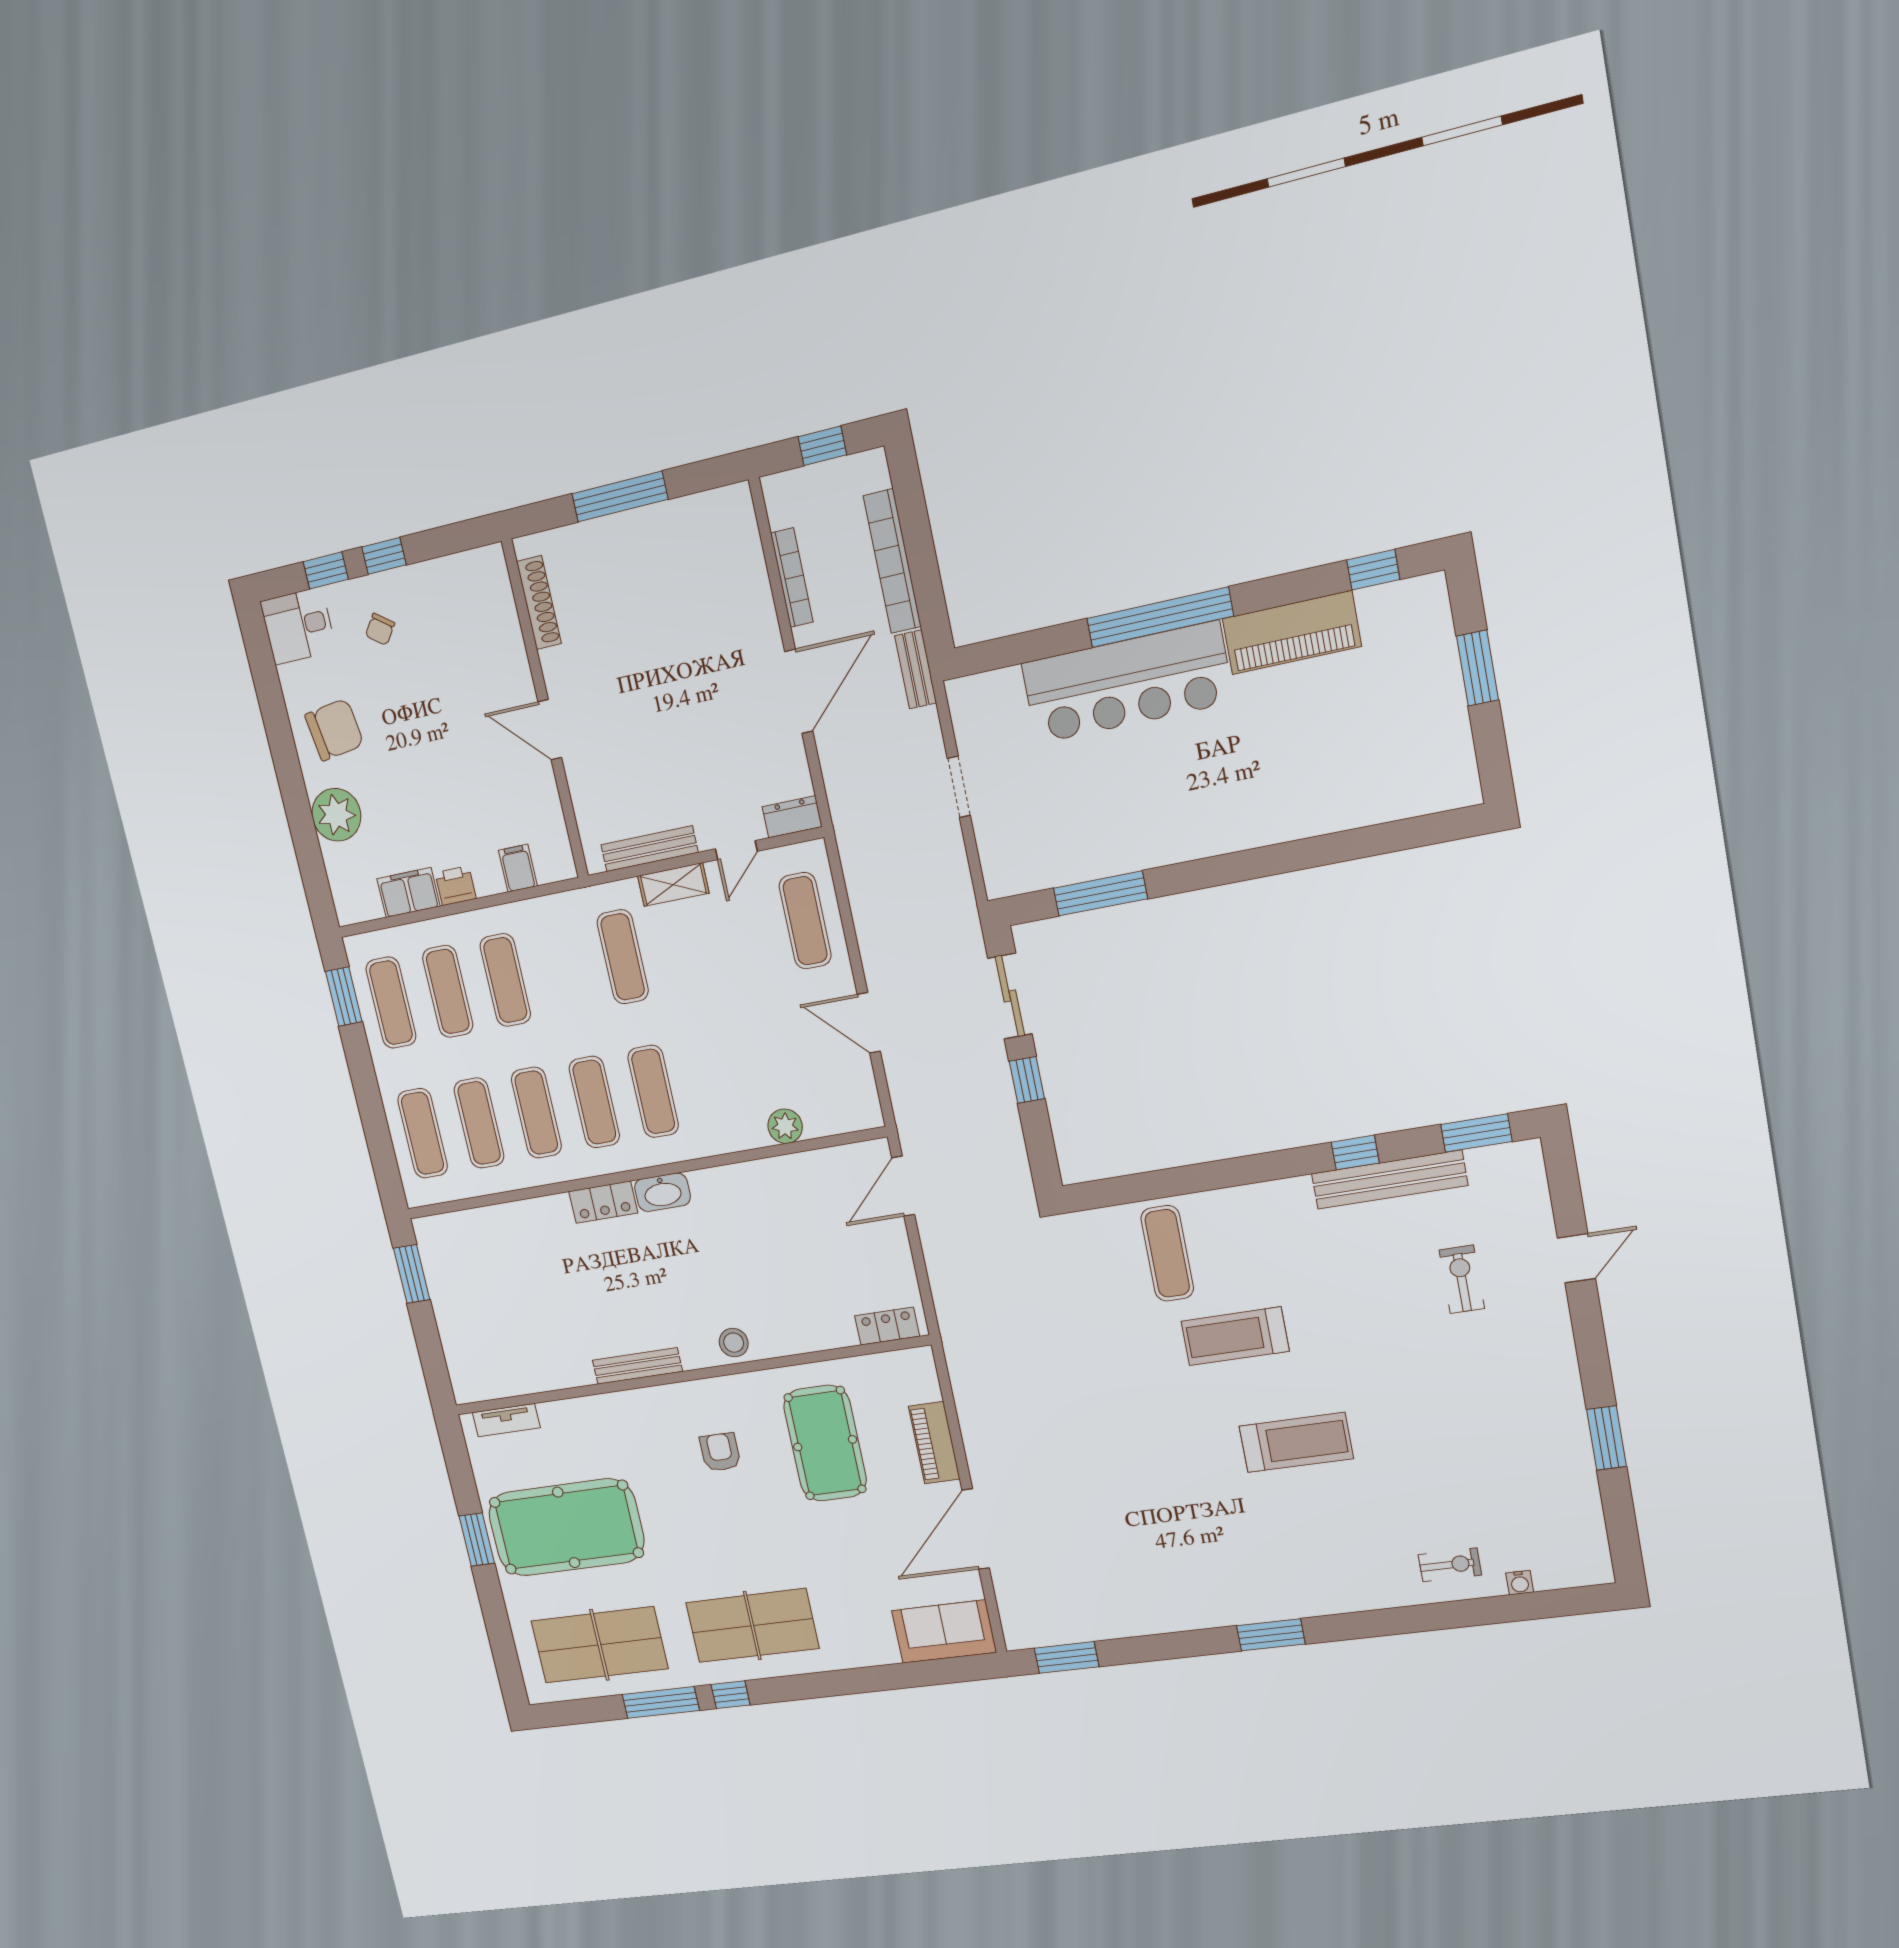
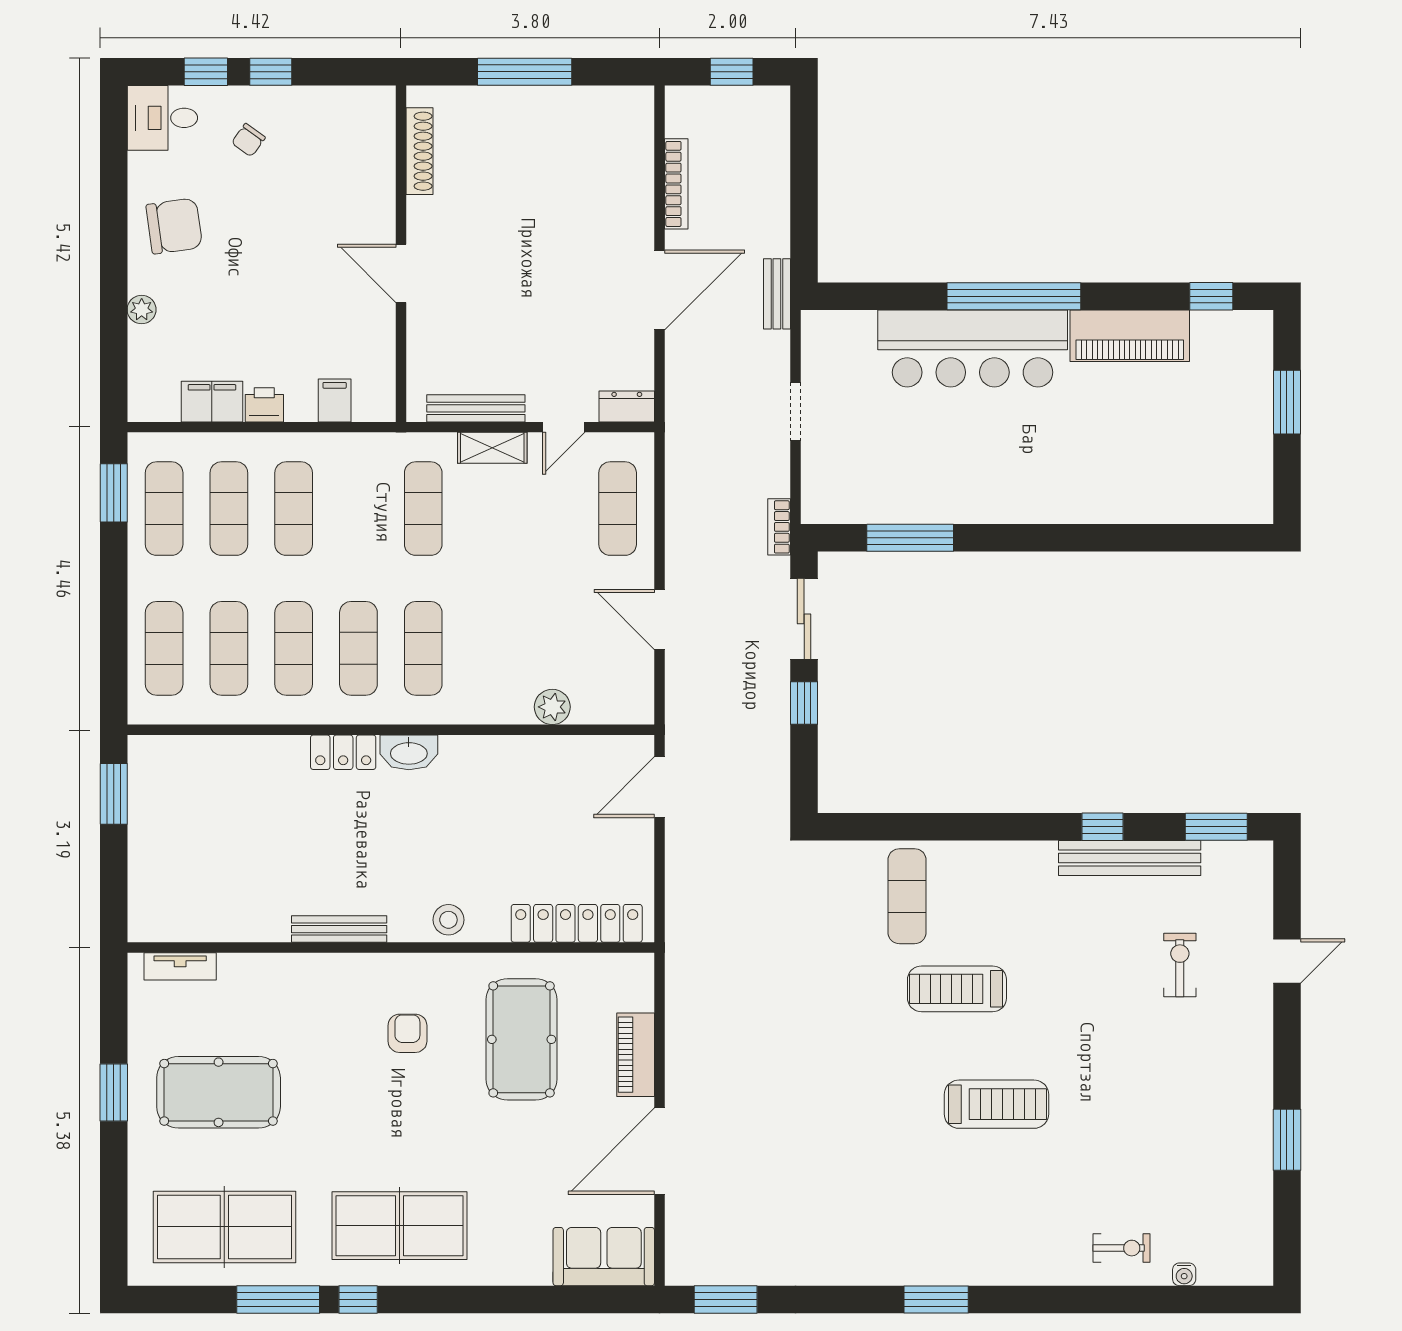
bookcase: (892, 561) -> (779, 527), moved, width x0.43, depth x0.76
plant: (336, 815) -> (142, 310), width x0.53, depth x0.53
locker: (887, 1326) -> (577, 923), width x2.16, depth x1.21
pool table: (566, 1527) -> (219, 1092), width x0.73, depth x0.76

